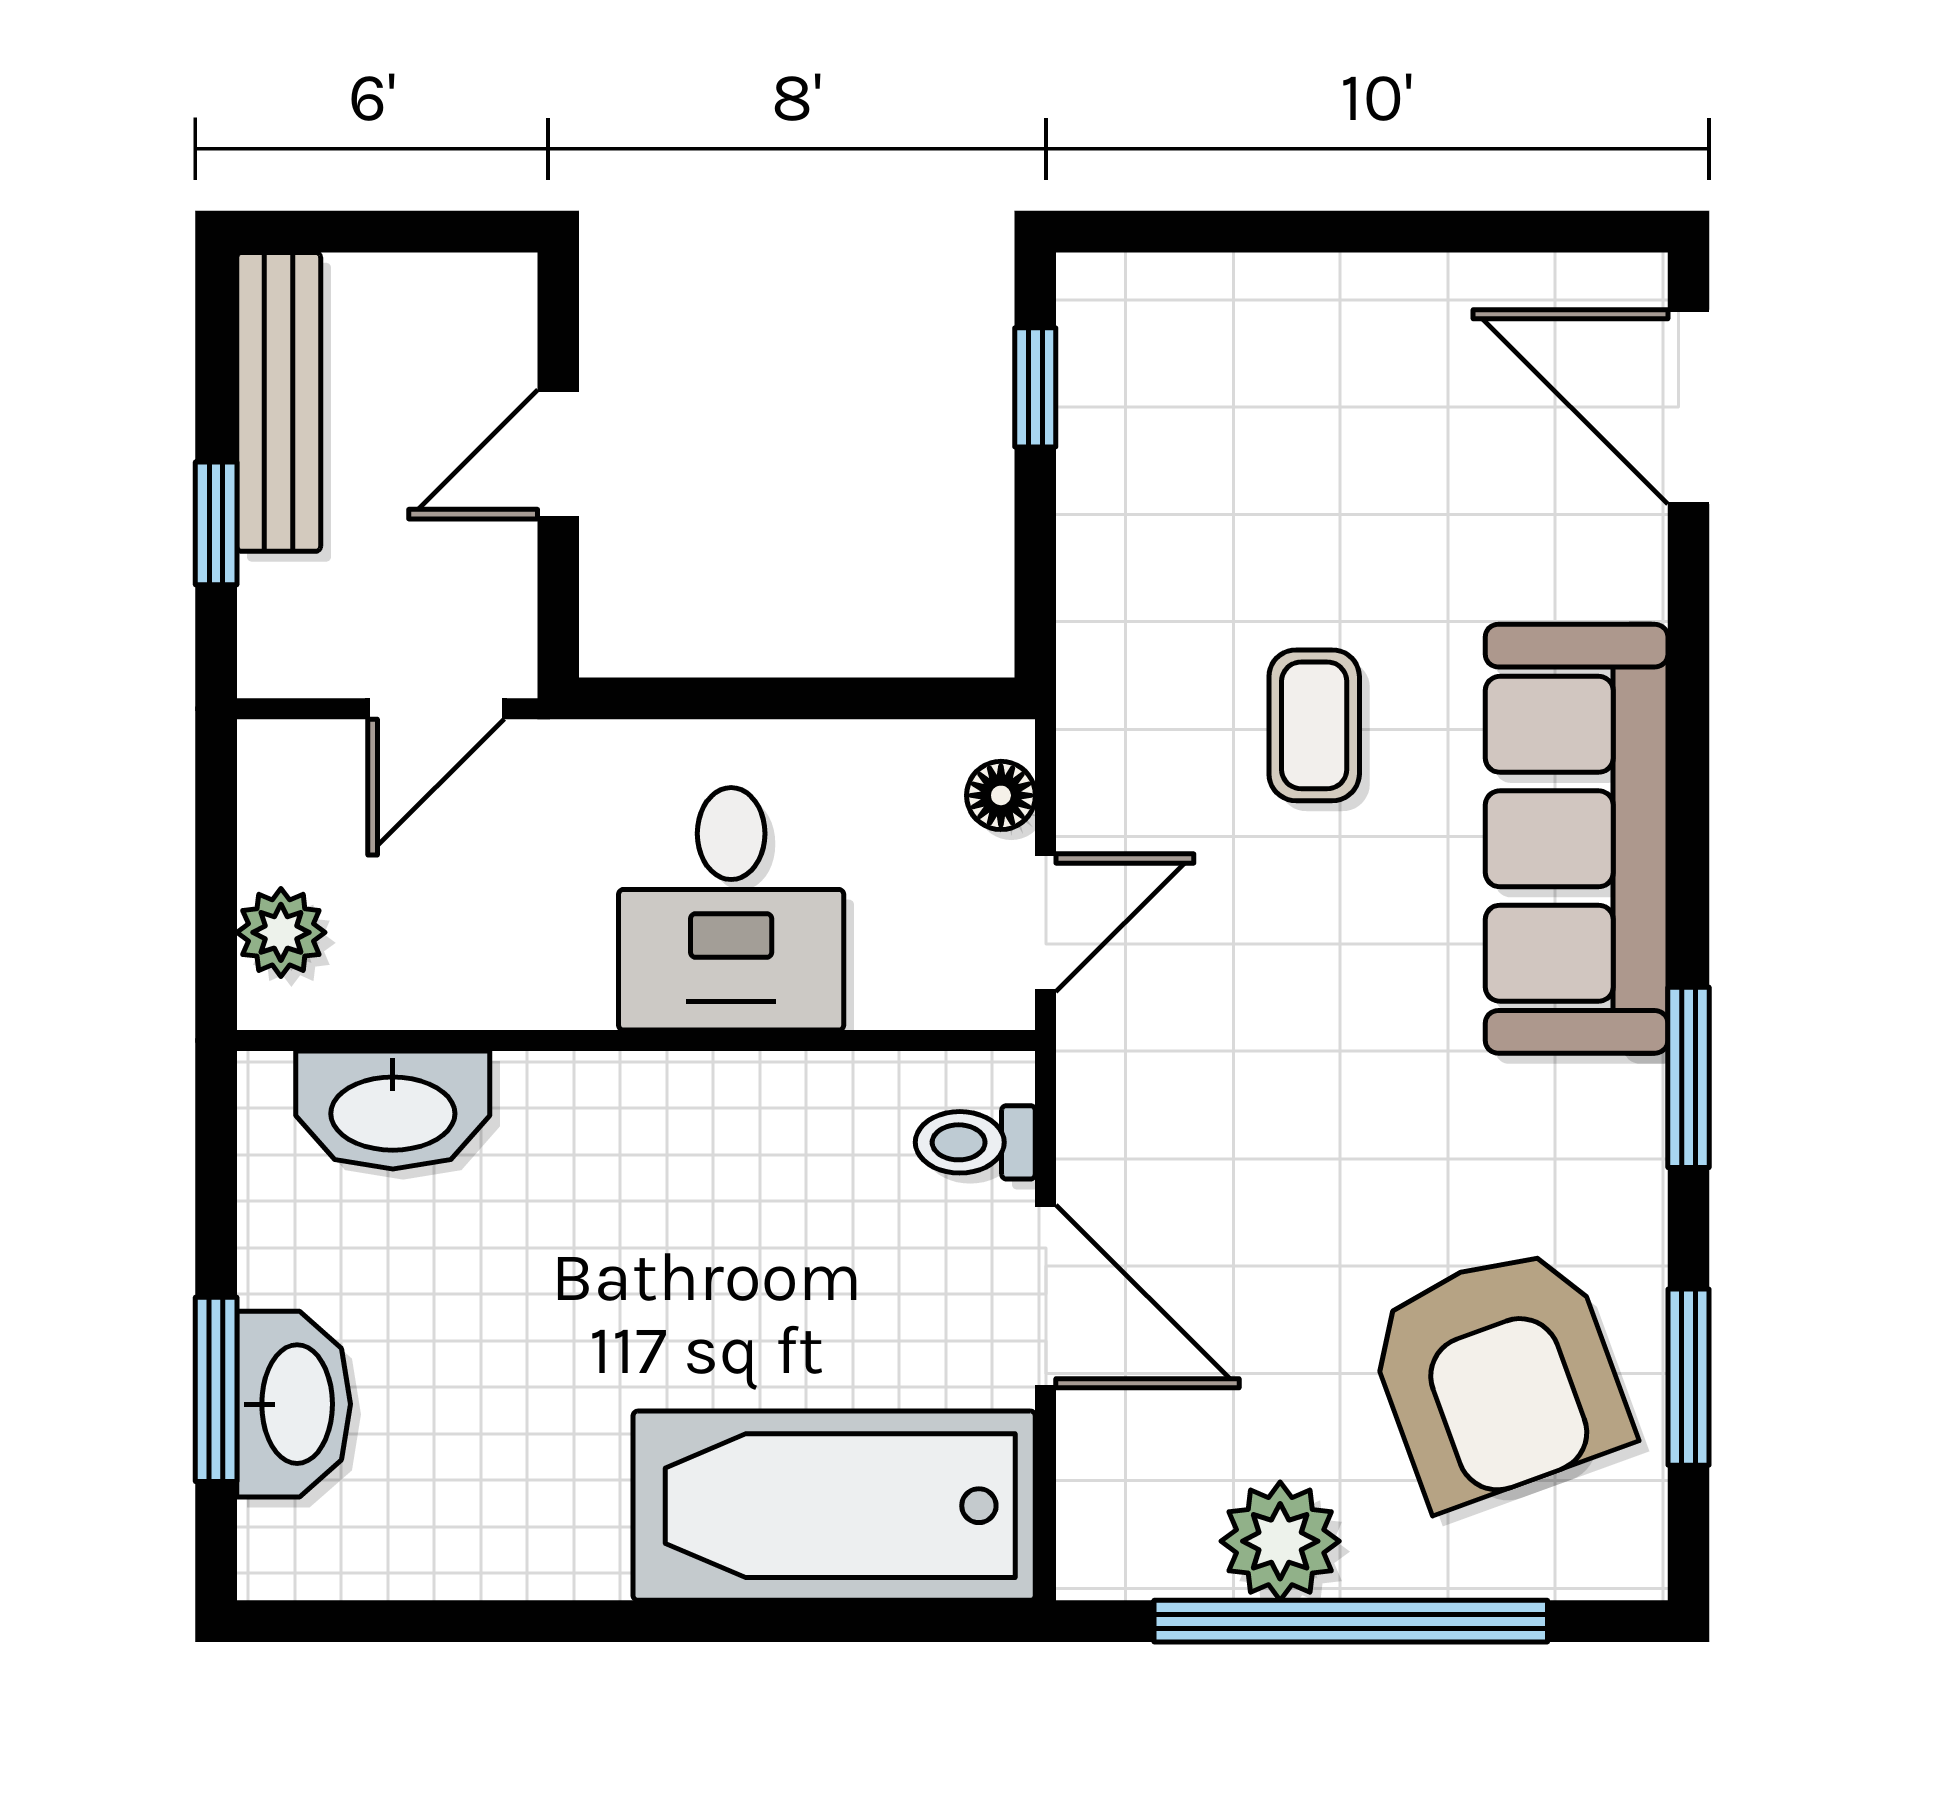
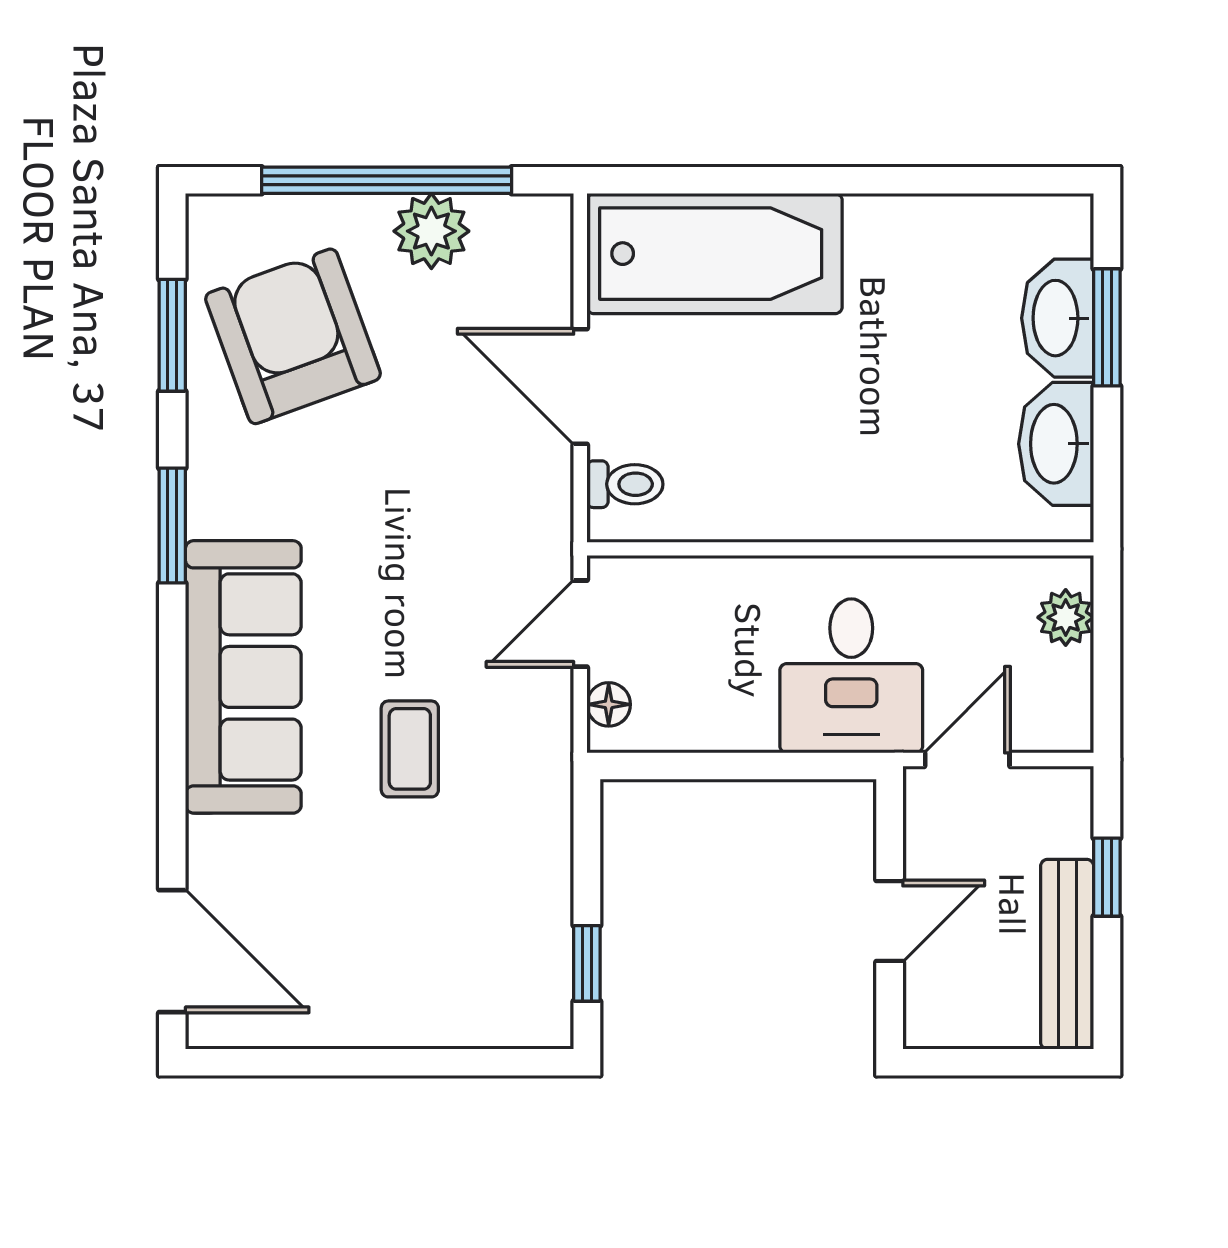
desk: (731, 909) -> (851, 676), moved, turned 180
washbasin: (393, 1110) -> (1056, 444), moved, turned -90

